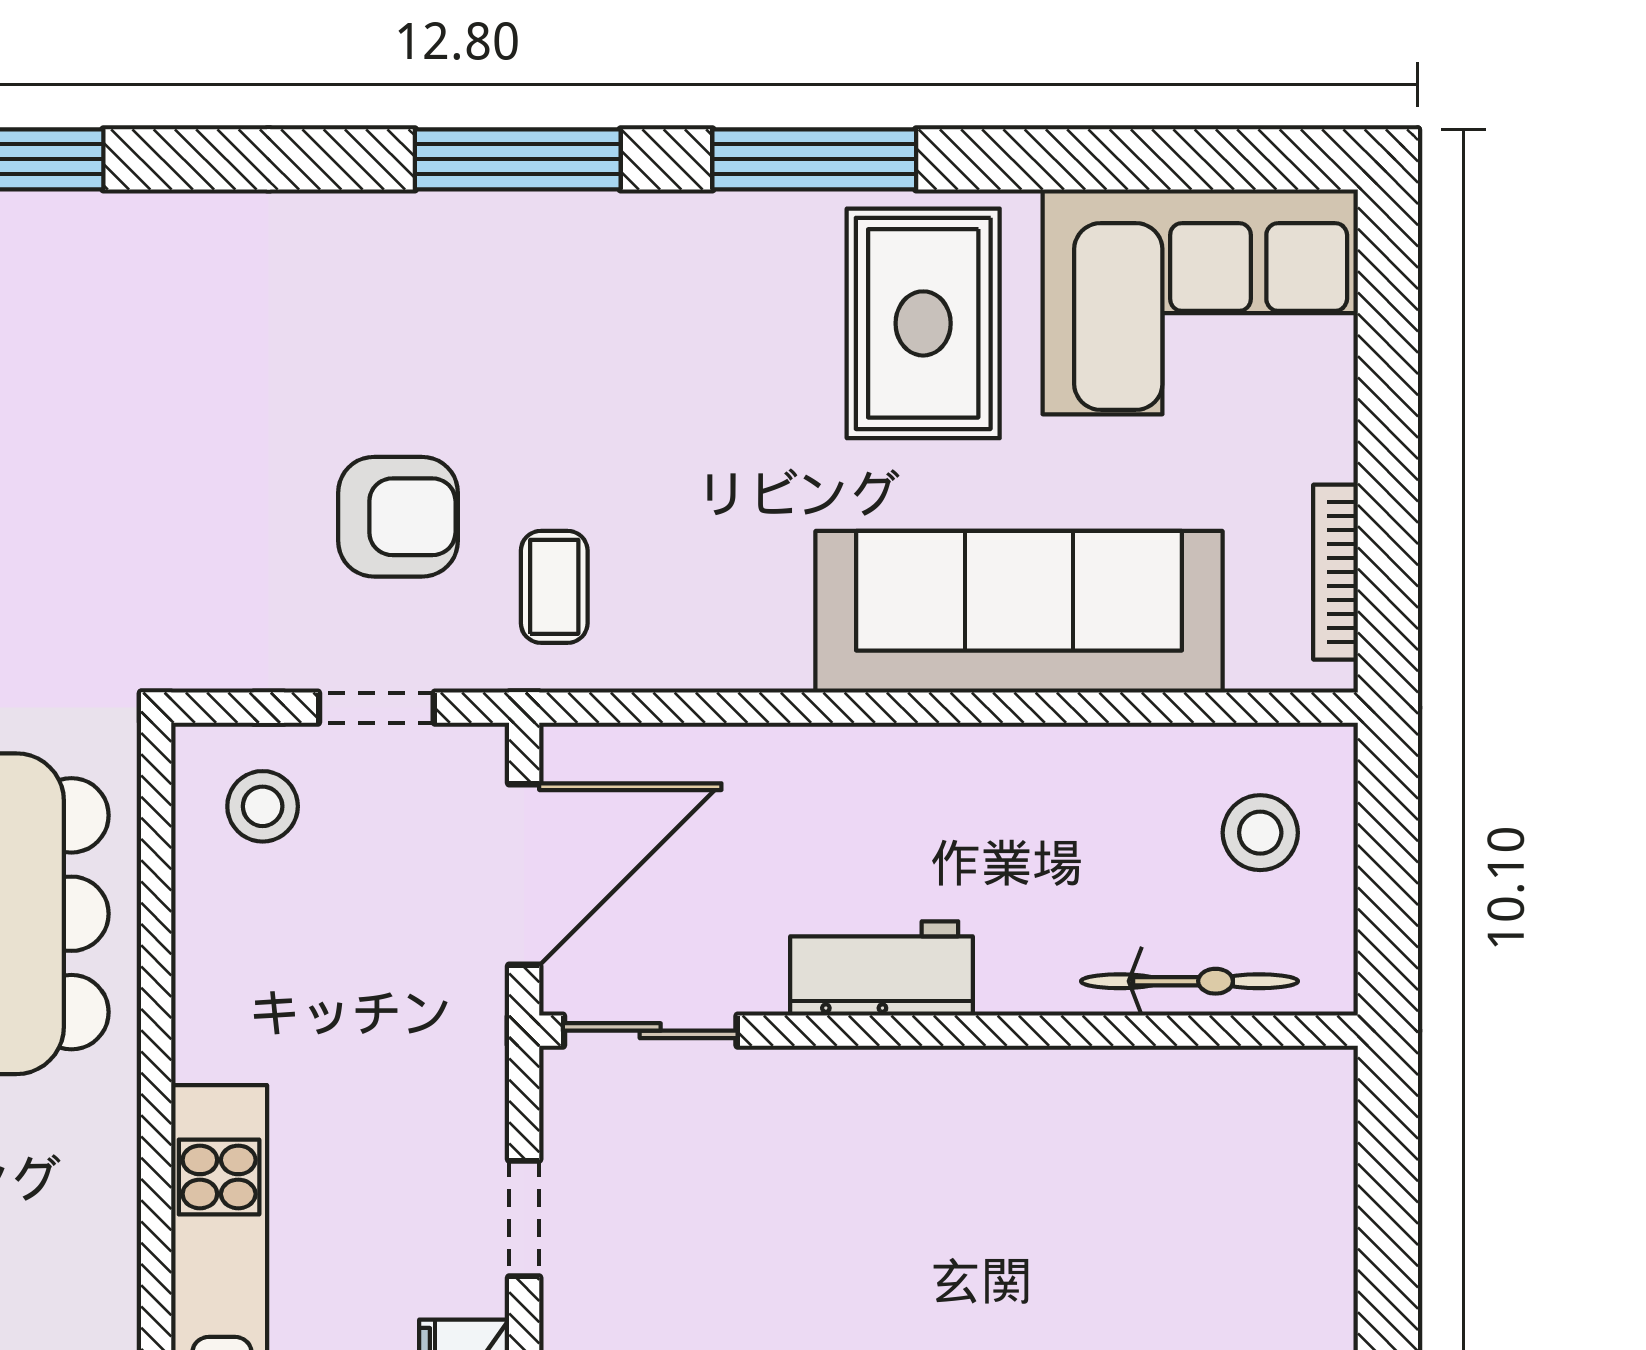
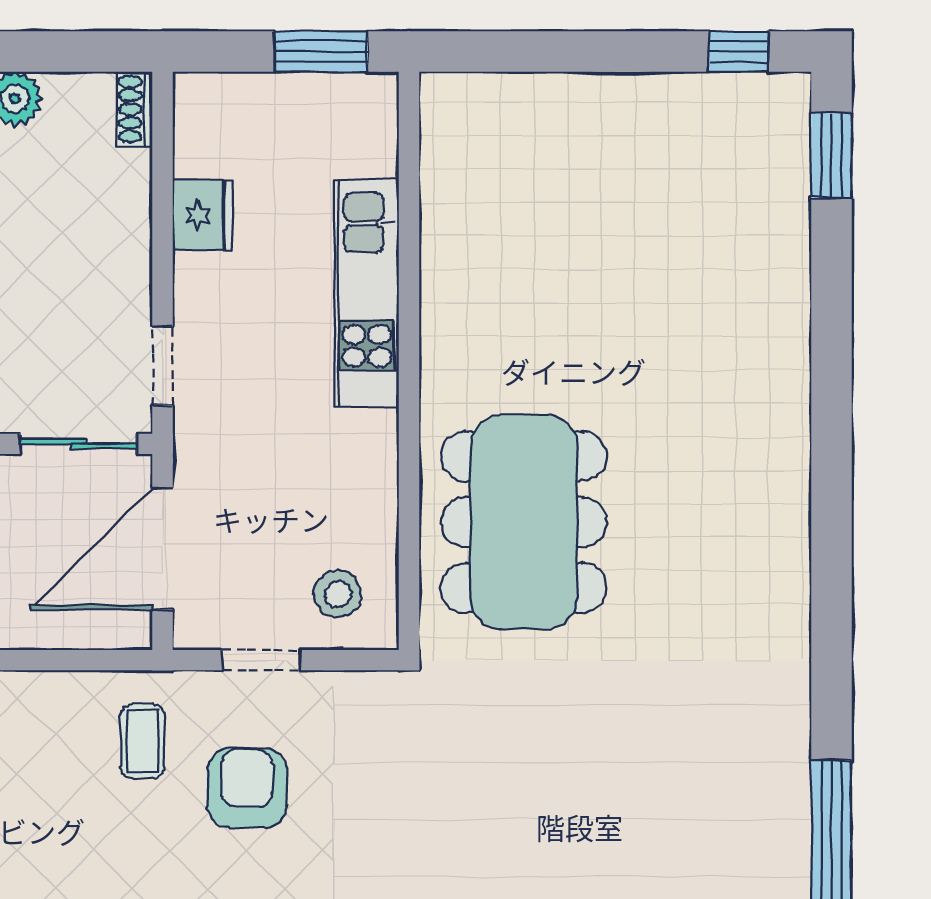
armchair: (398, 517) -> (247, 788), turned 90
doorway: (524, 1218) -> (163, 365), moved

